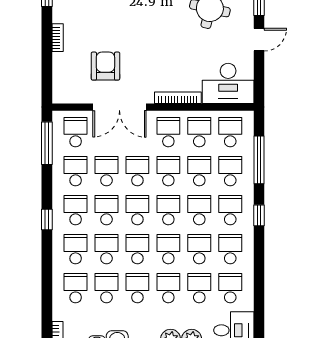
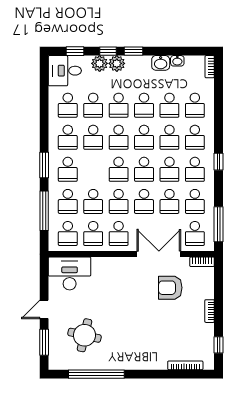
armchair: (105, 66) -> (170, 288), turned 90
bookcase: (178, 98) -> (202, 262), moved, width x0.64
school desk: (199, 210) -> (93, 169), removed
window: (259, 215) -> (44, 165), width x1.50

